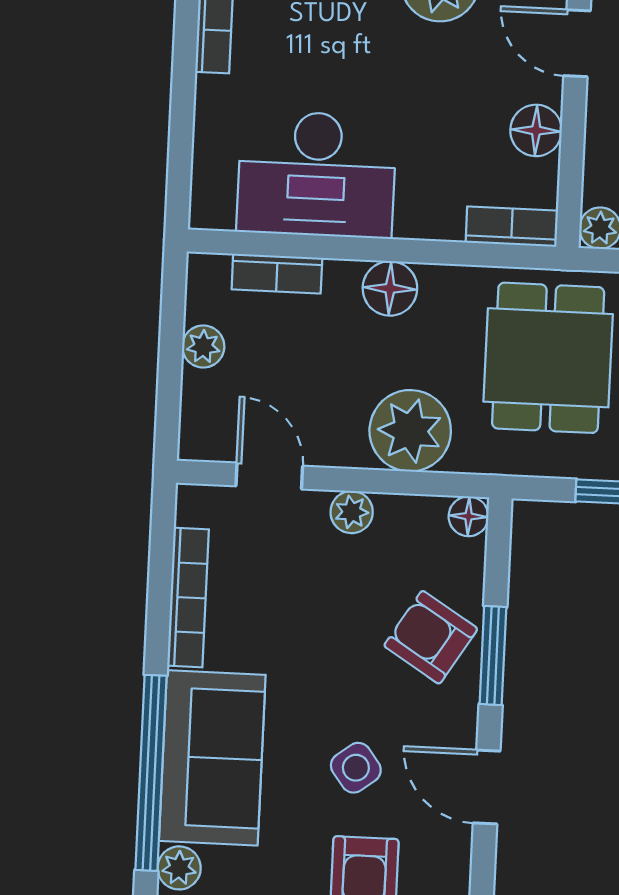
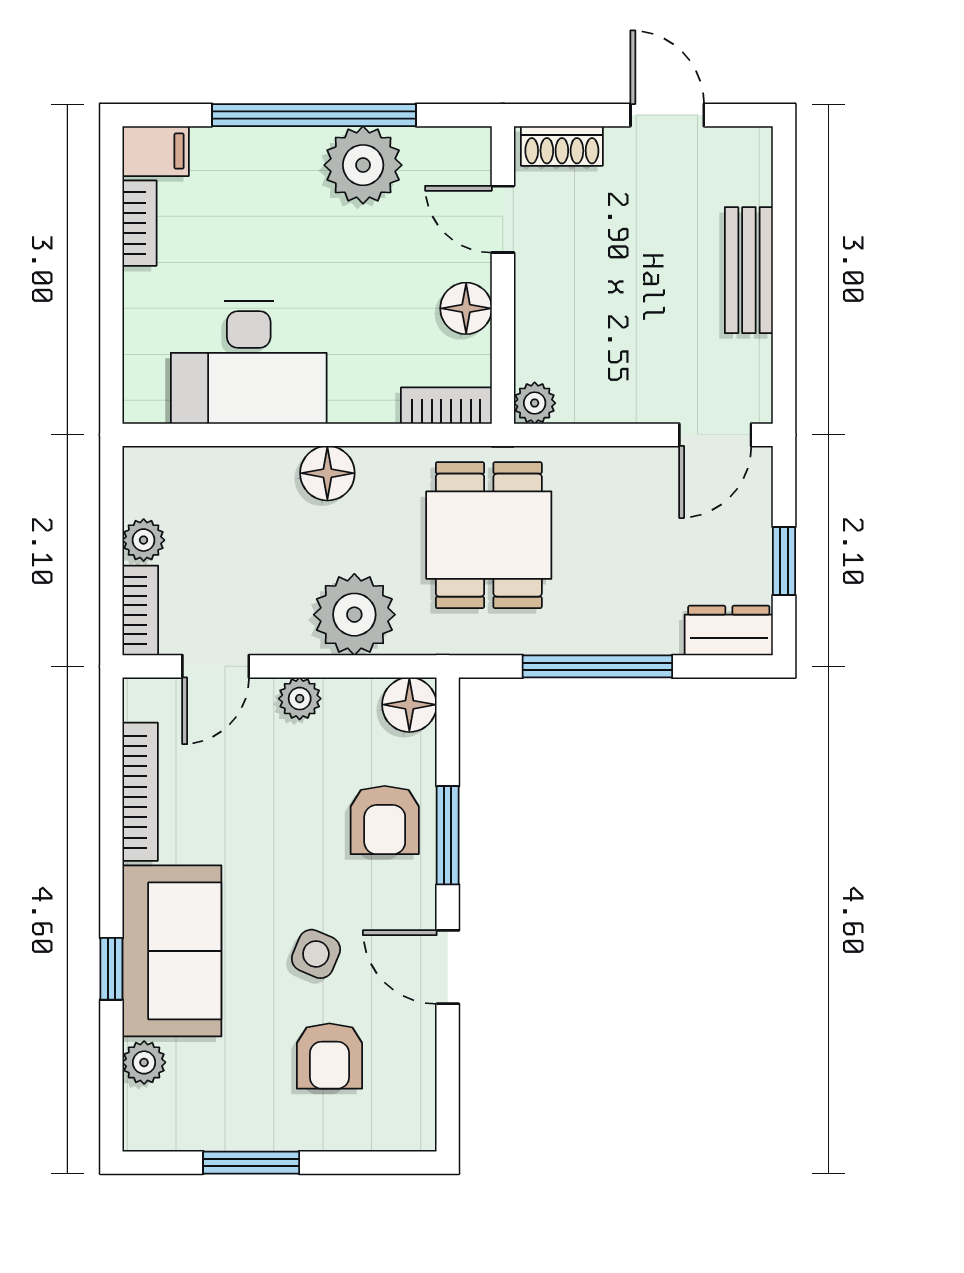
bookcase: (277, 274) -> (140, 610), moved, turned -90
door: (269, 476) -> (216, 666), swing flipped
floor lamp: (469, 516) -> (409, 705), width x1.37, depth x1.37
armchair: (431, 637) -> (385, 820), turned -122
side table: (356, 768) -> (316, 954), turned -30
window: (151, 773) -> (111, 969), width x0.32

